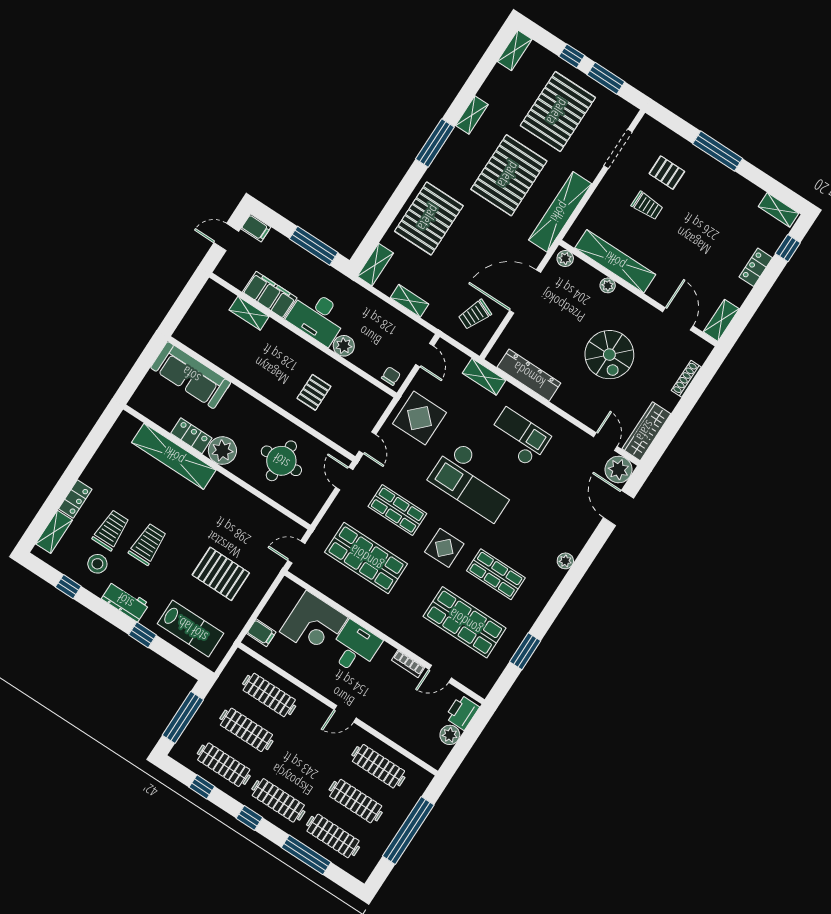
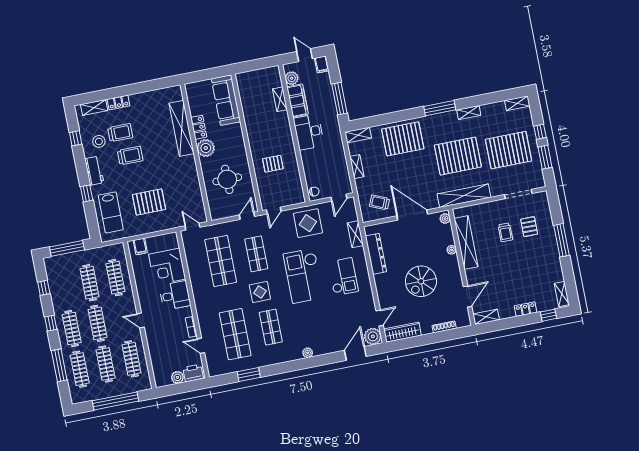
plant: (344, 346) -> (292, 78), moved
pallet: (221, 574) -> (149, 202), turned 90
clothes rail: (224, 765) -> (98, 323), moved

